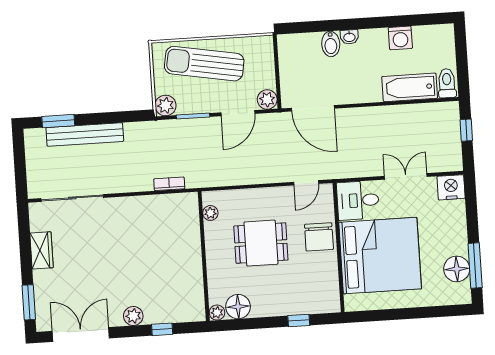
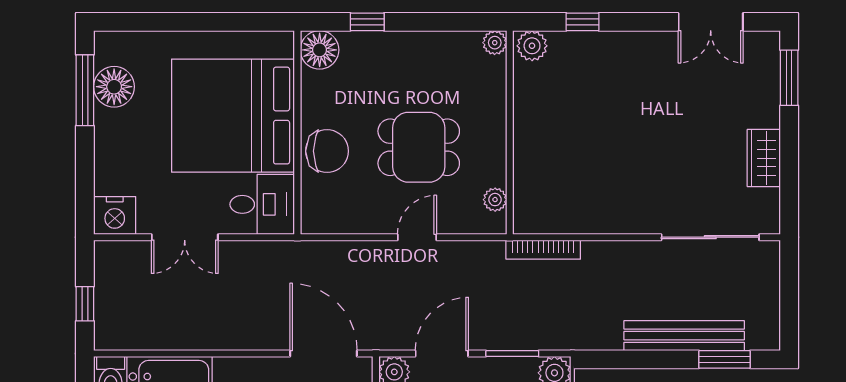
door: (306, 183) -> (417, 237), moved
bookcase: (169, 184) -> (543, 250), width x1.56
chair: (319, 237) -> (327, 151), turned 90
floor lamp: (238, 307) -> (320, 50), moved
plant: (133, 316) -> (532, 46), moved
double door: (81, 335) -> (711, 22), width x0.73

